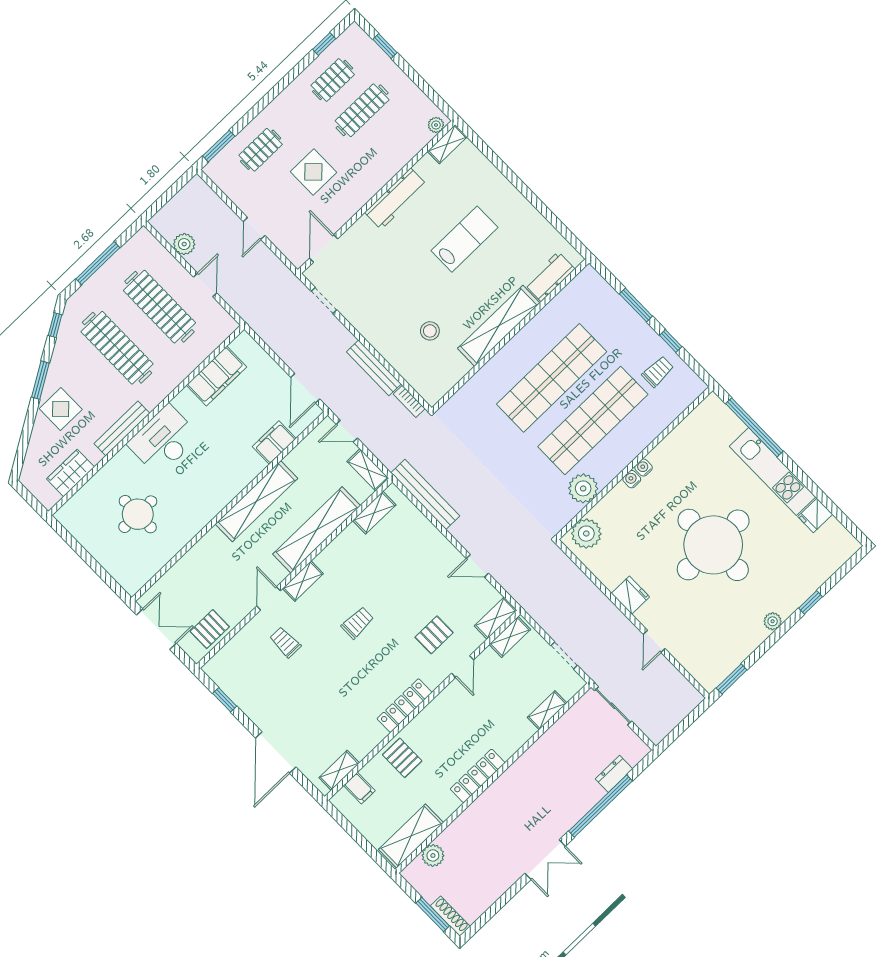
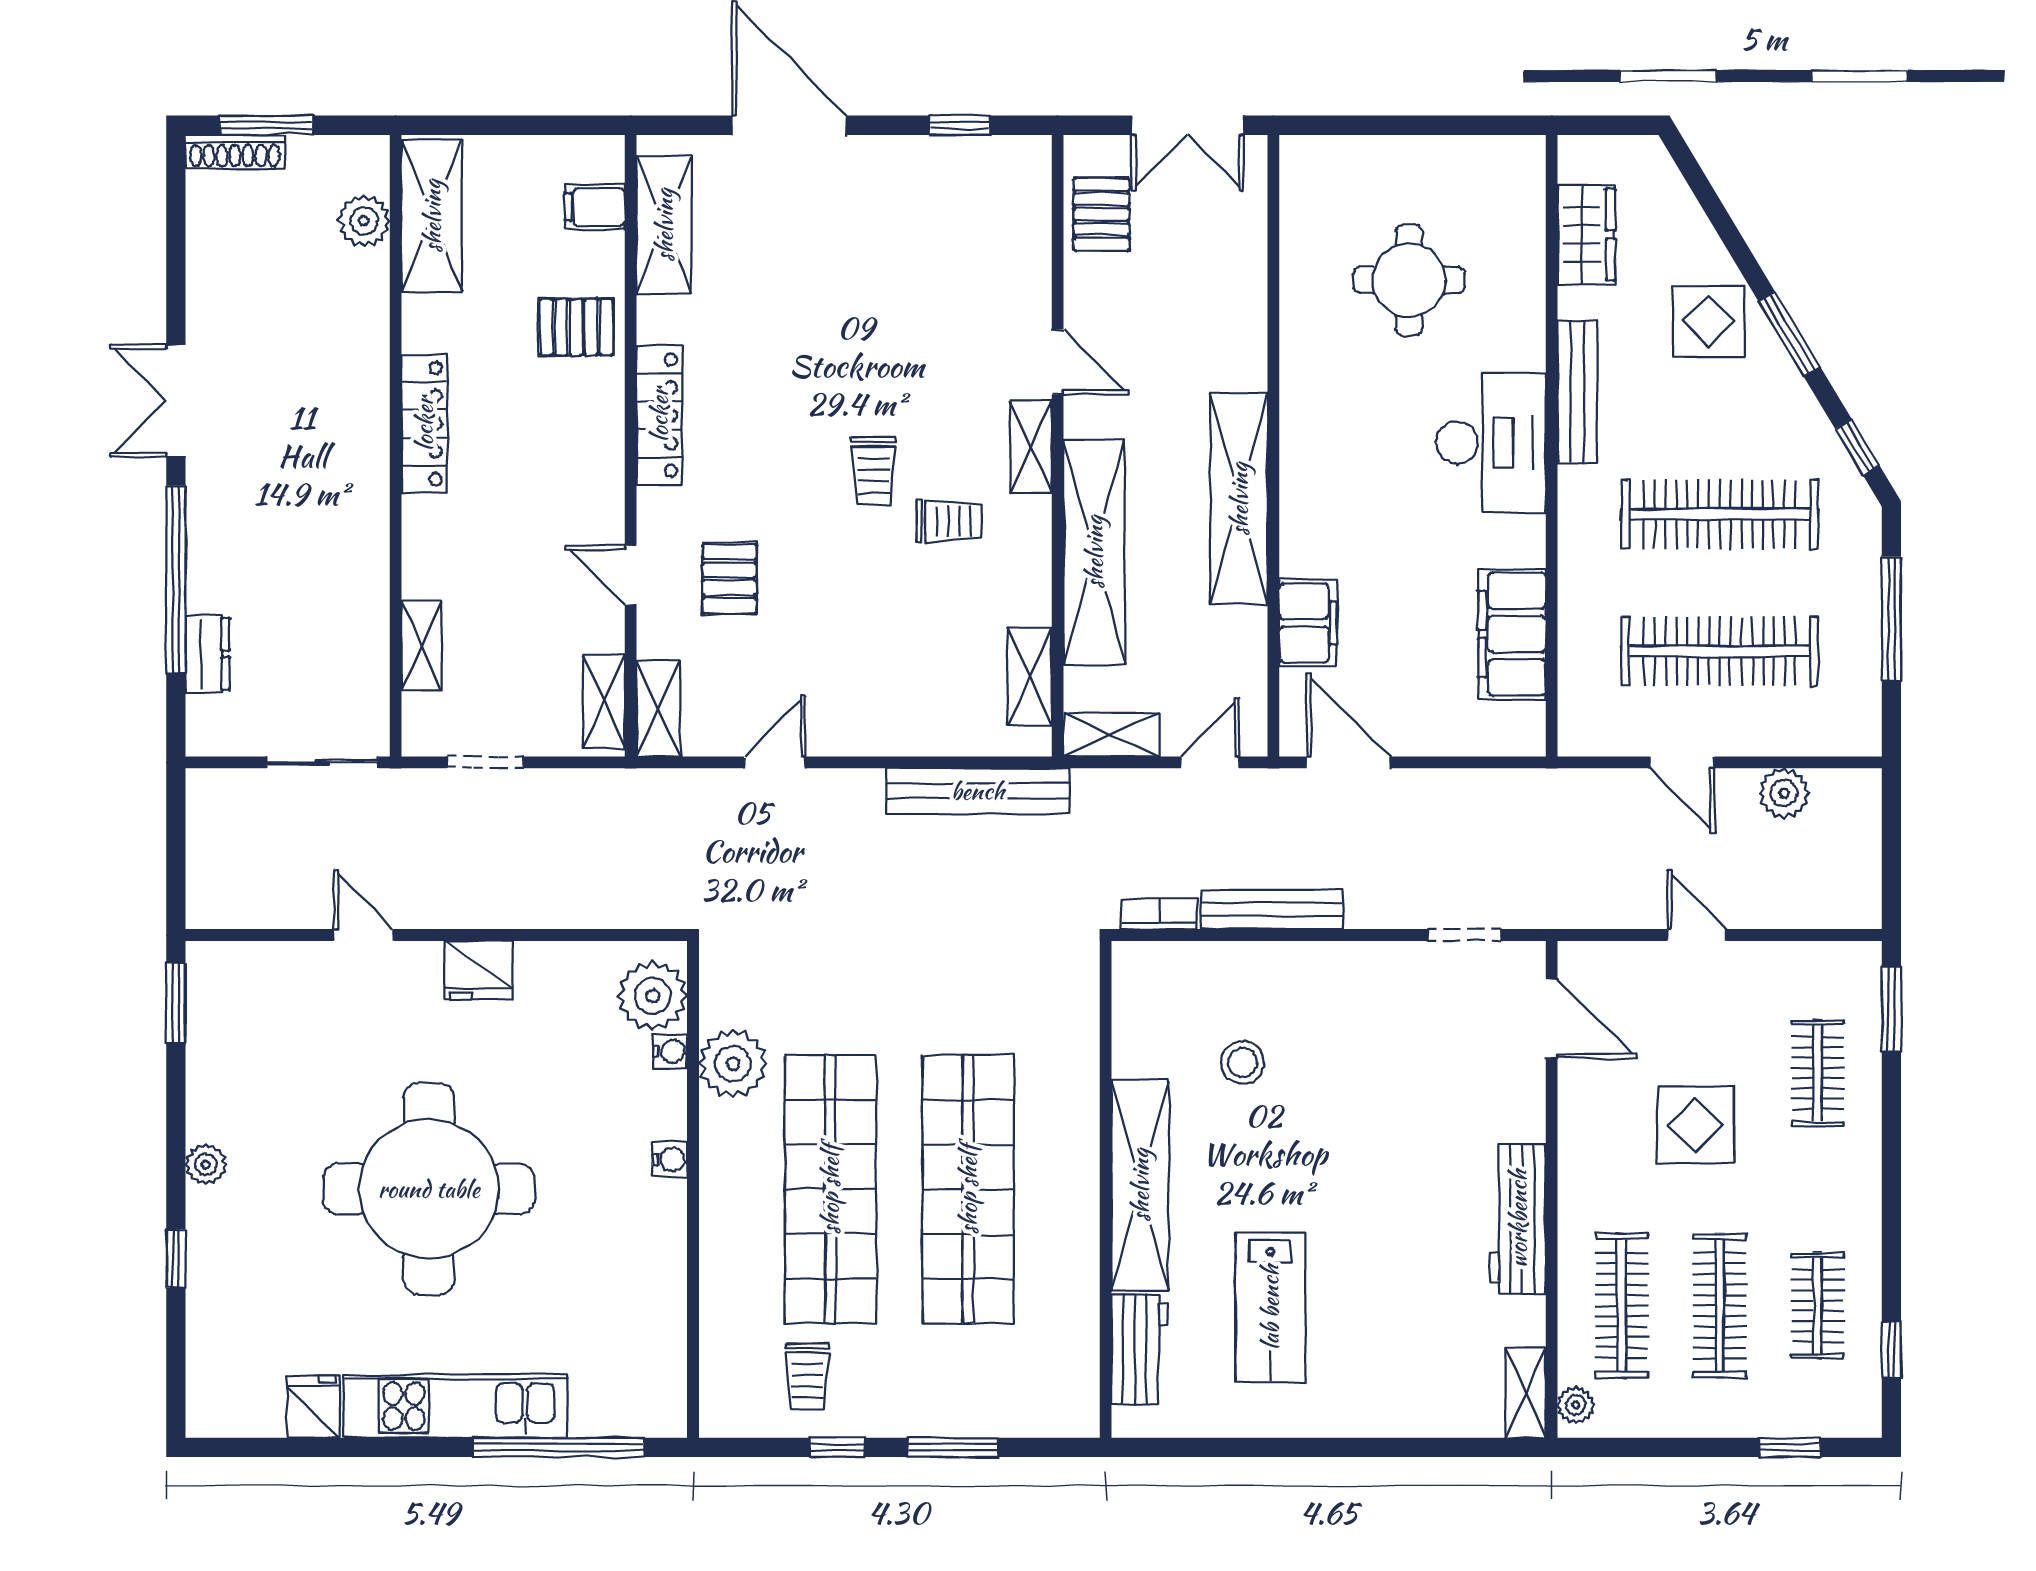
clothes rail: (391, 141) -> (1622, 1306), added
lab bench: (465, 239) -> (1270, 1307), moved
water cooler: (644, 468) -> (670, 1052), moved
trolley: (285, 642) -> (949, 521), moved
shelving: (339, 770) -> (664, 225), width x1.50, depth x1.33

